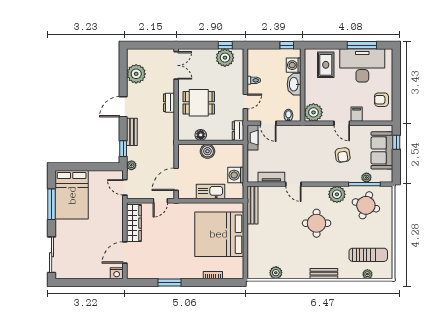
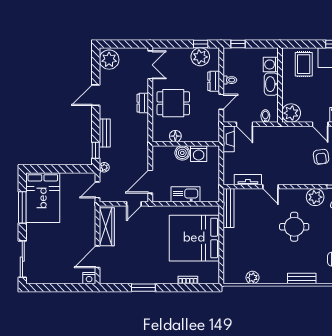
window: (287, 45) -> (238, 44), moved
plant: (136, 74) -> (109, 60), moved
door: (123, 107) -> (96, 95), moved
dresser: (238, 131) -> (214, 81), moved
washing machine: (236, 175) -> (199, 154), moved, turned -90
door: (125, 187) -> (98, 190), hinge flipped

